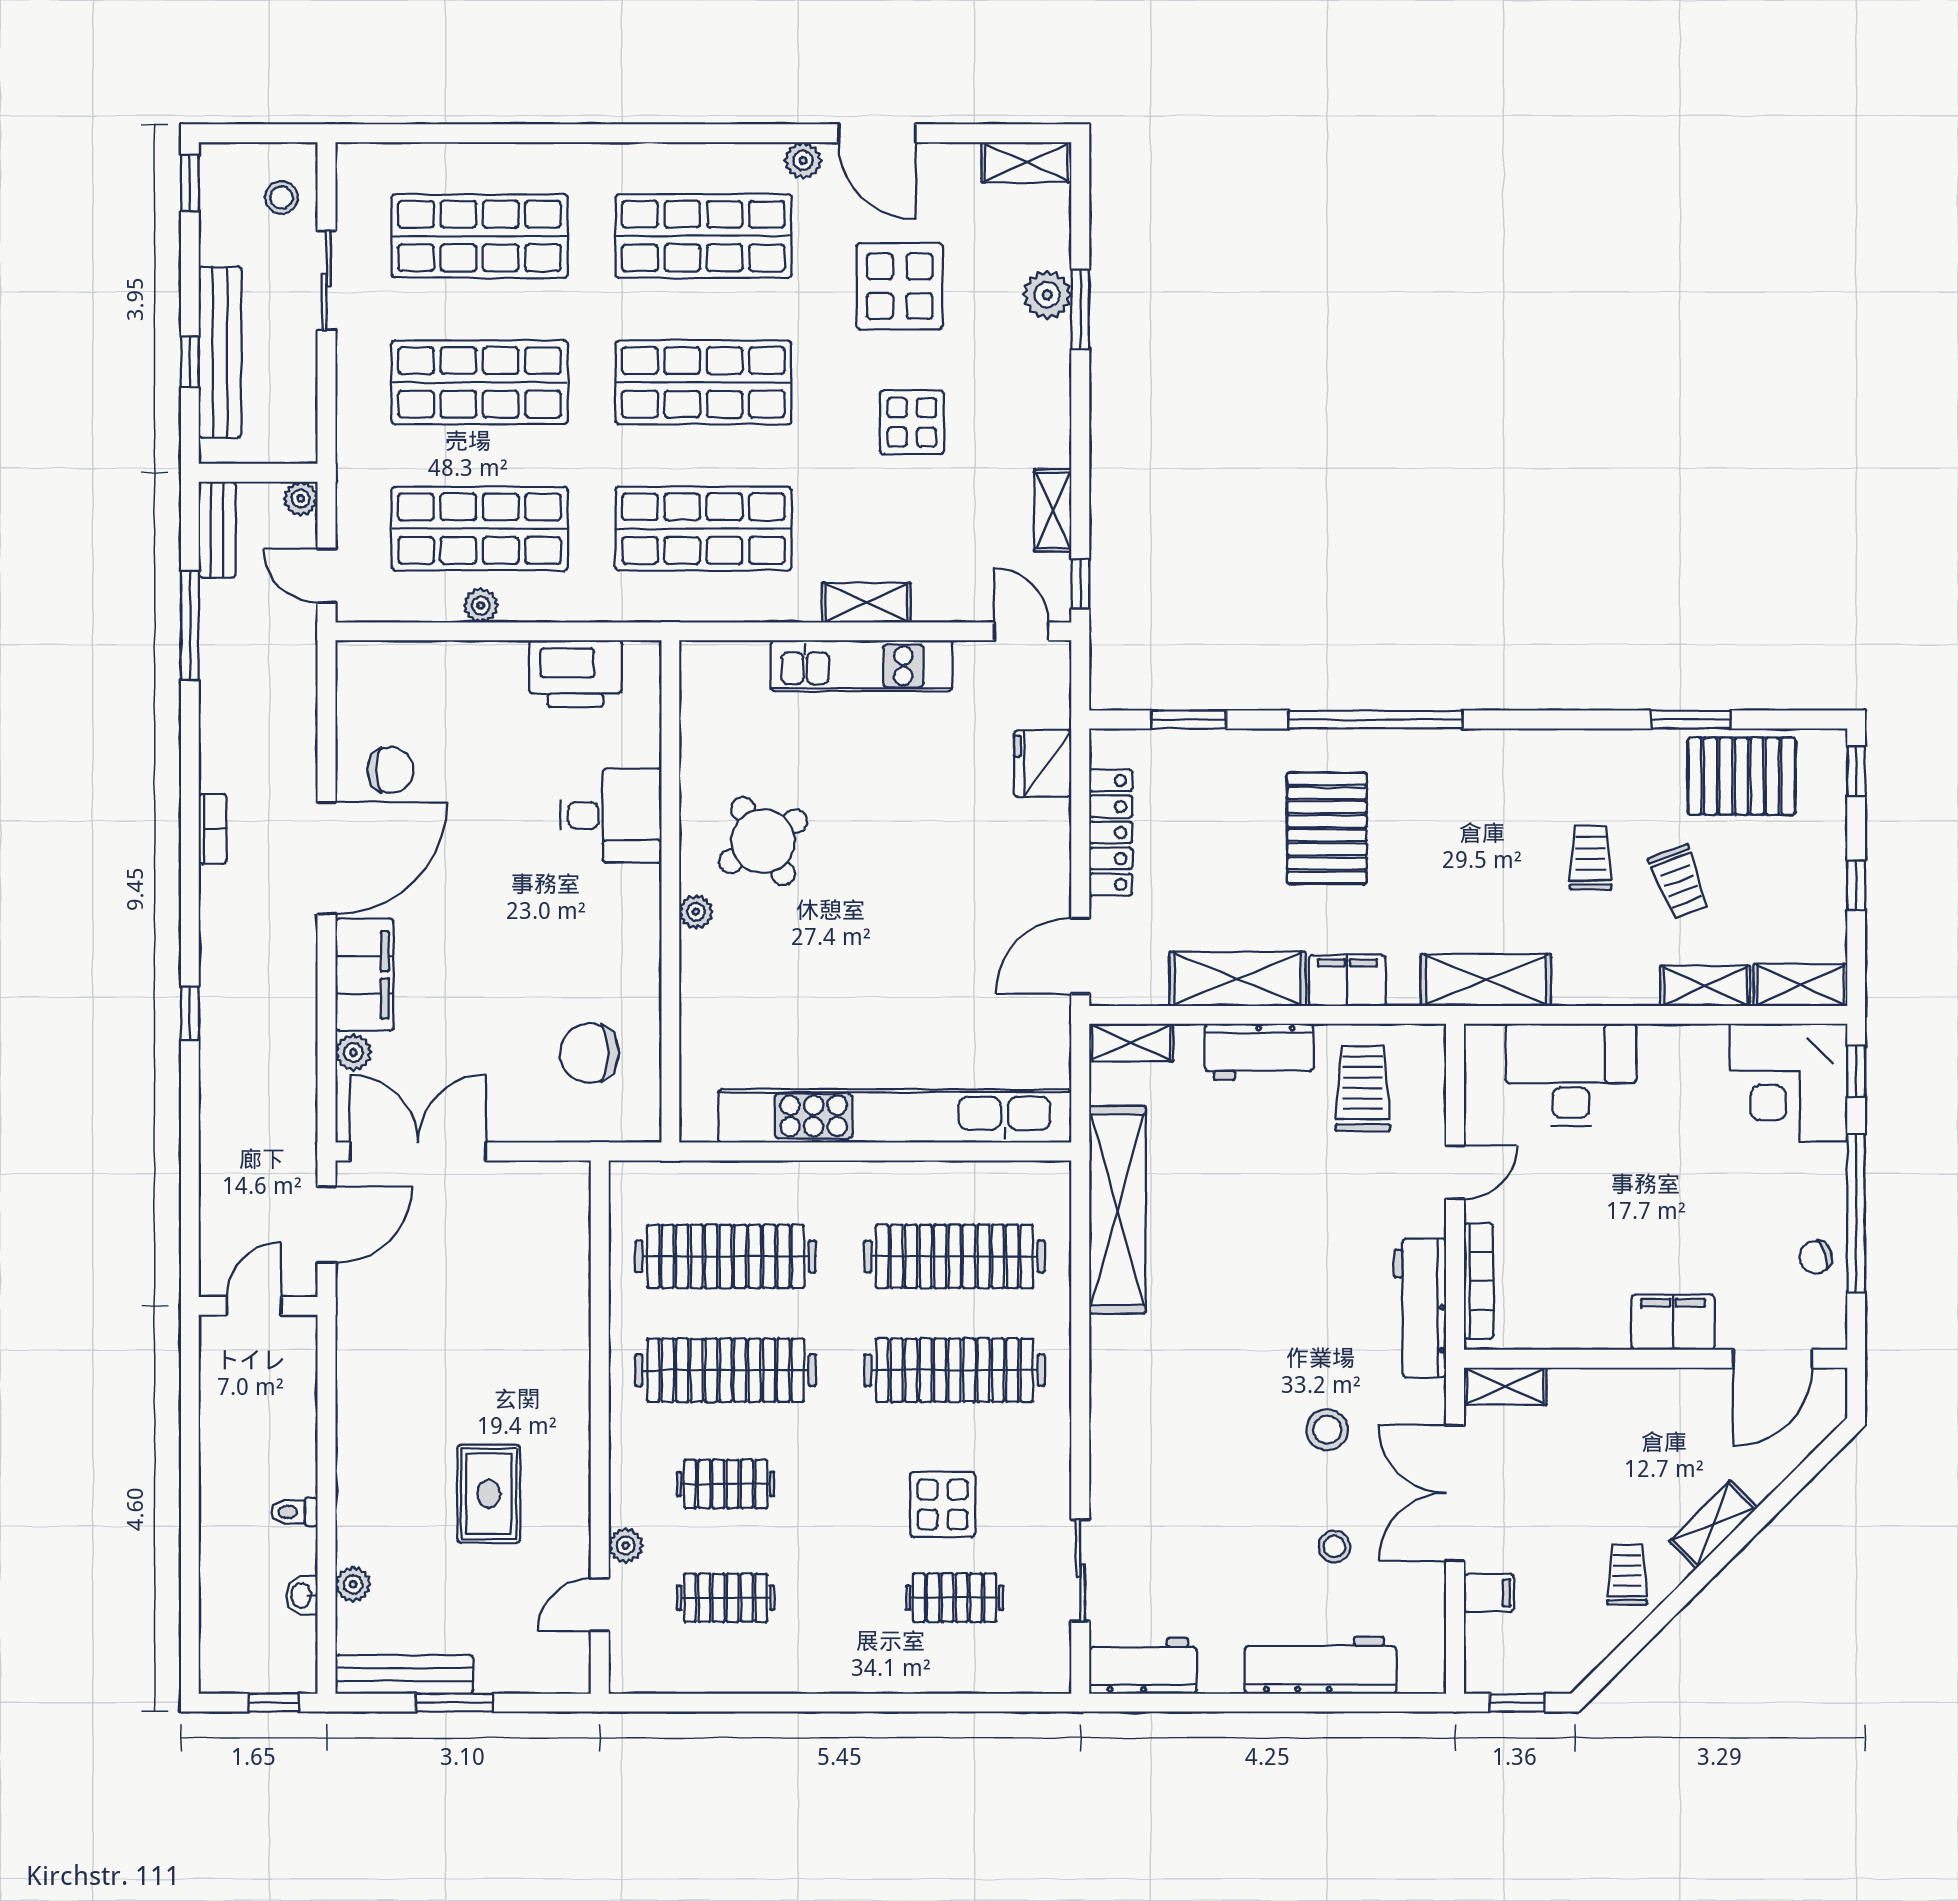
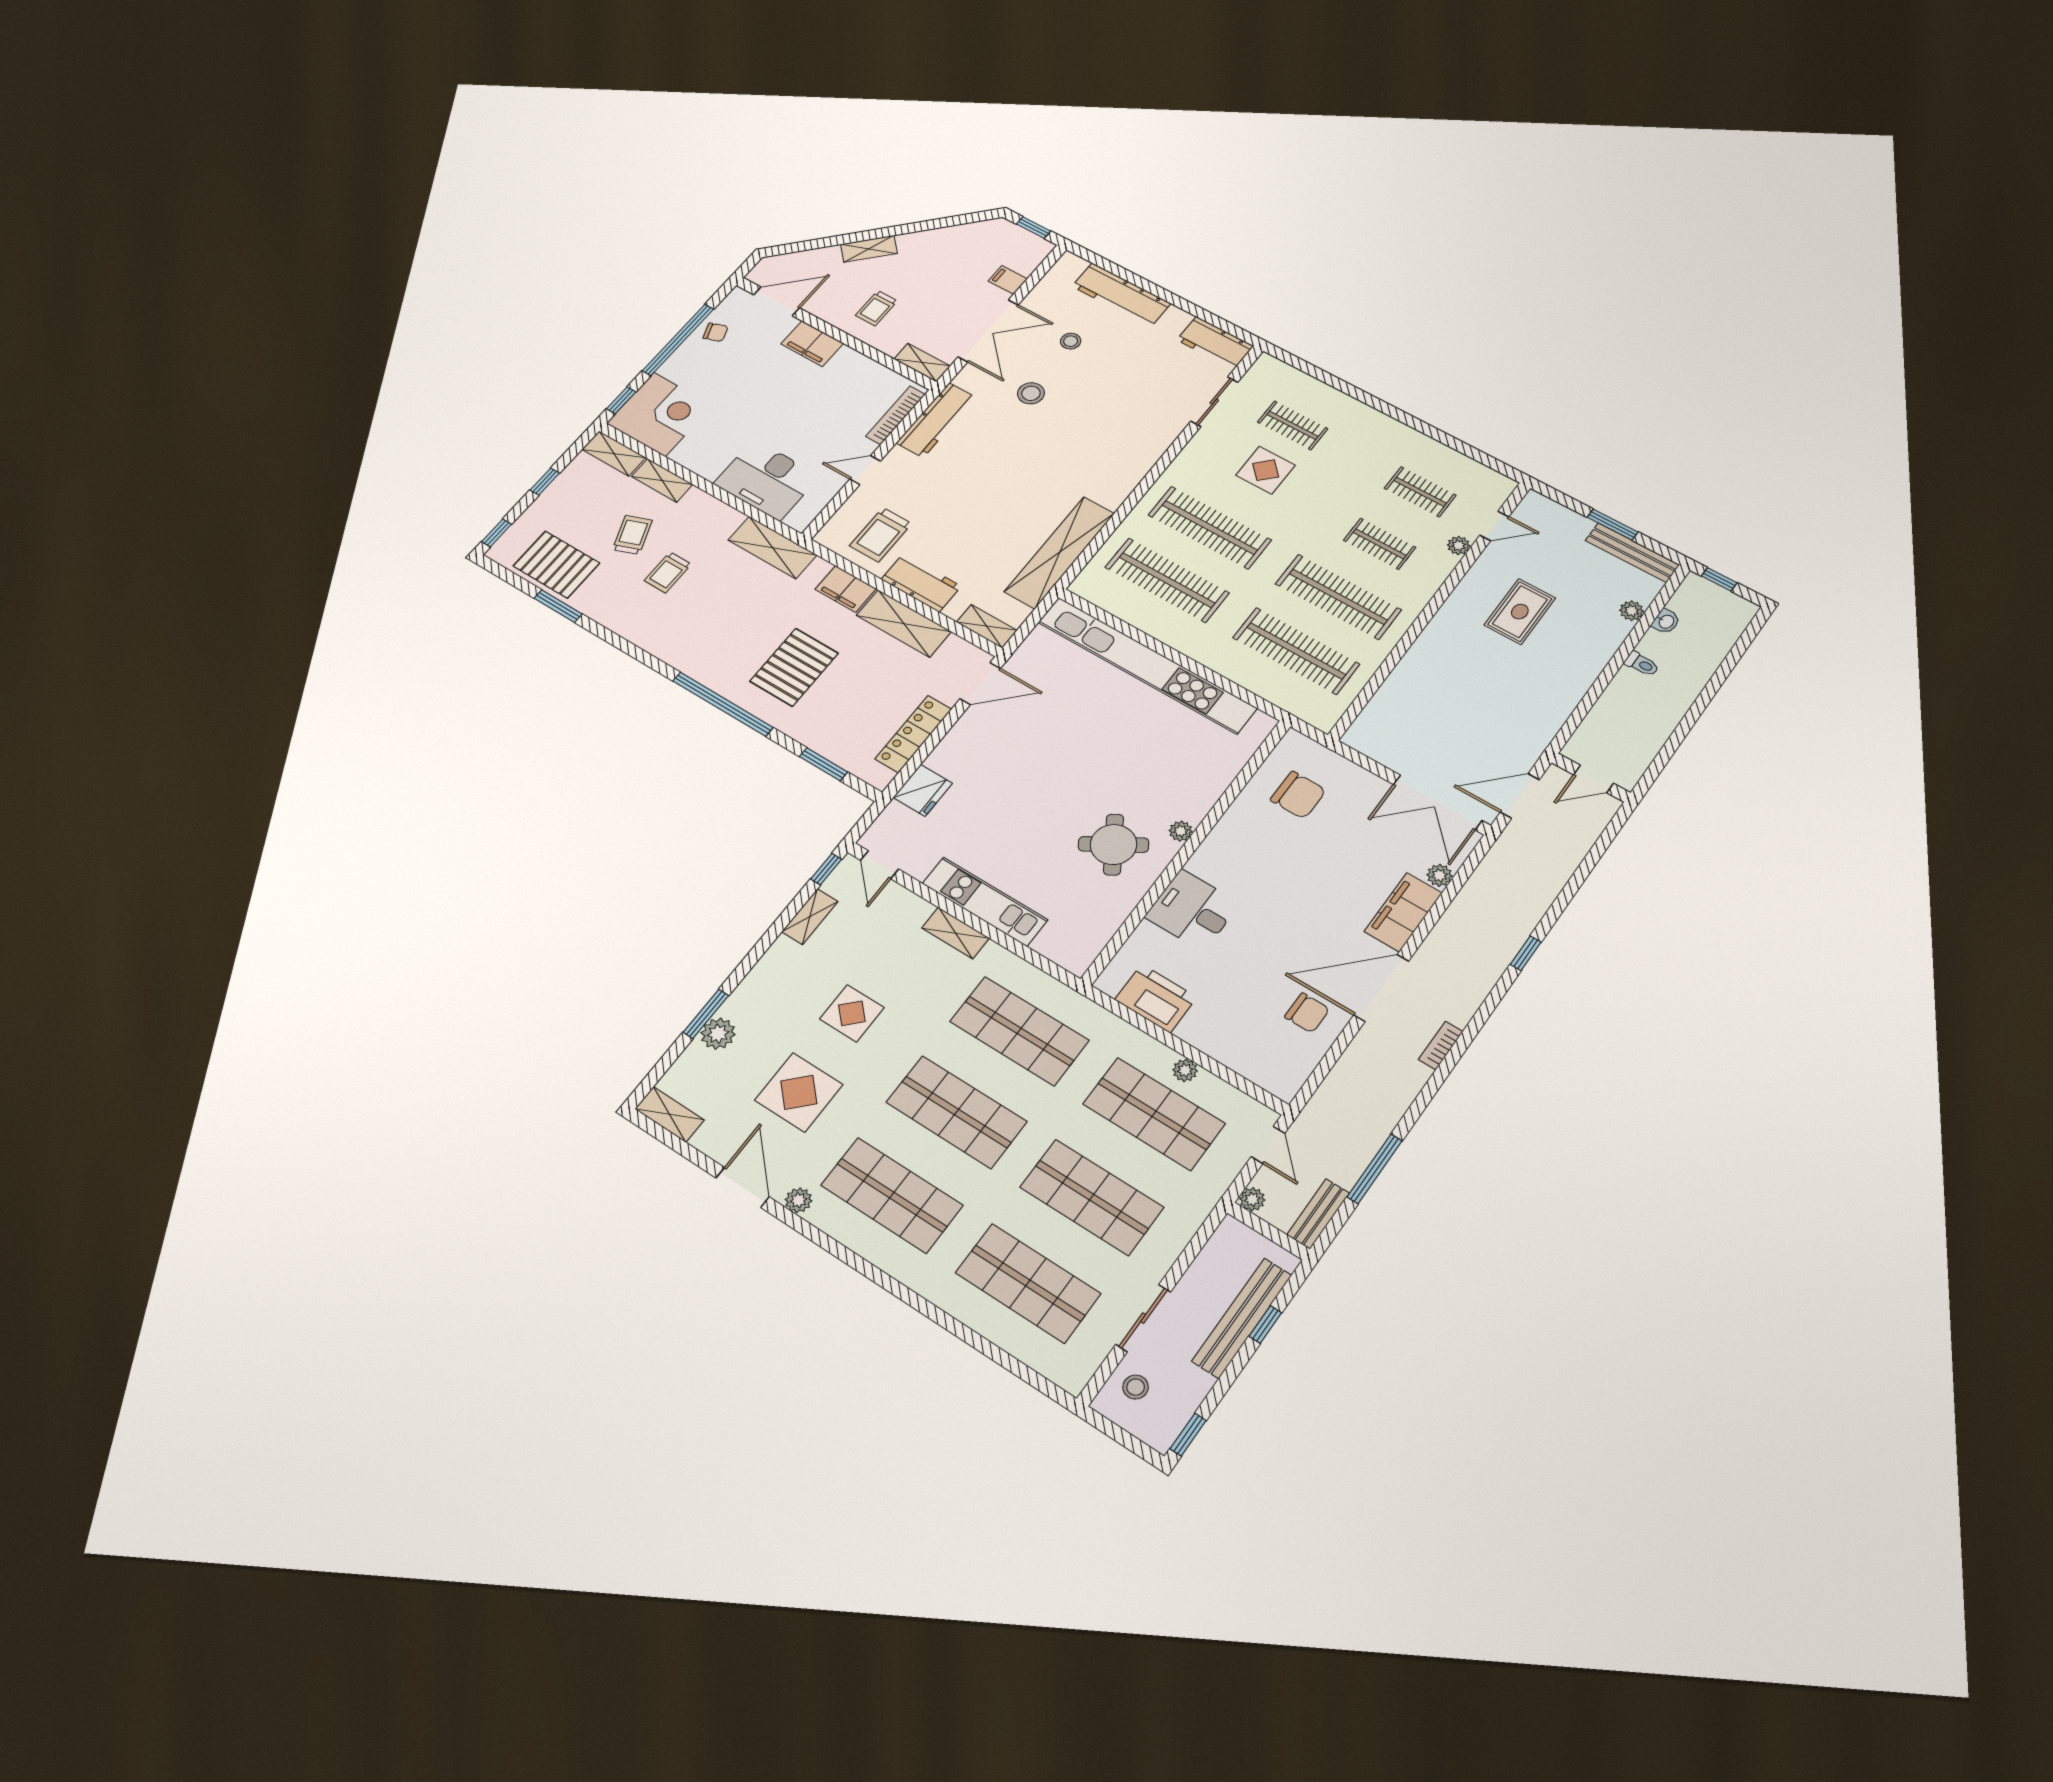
chair: (390, 770) -> (1307, 1013), turned 180
trolley: (1627, 1575) -> (877, 308), moved

